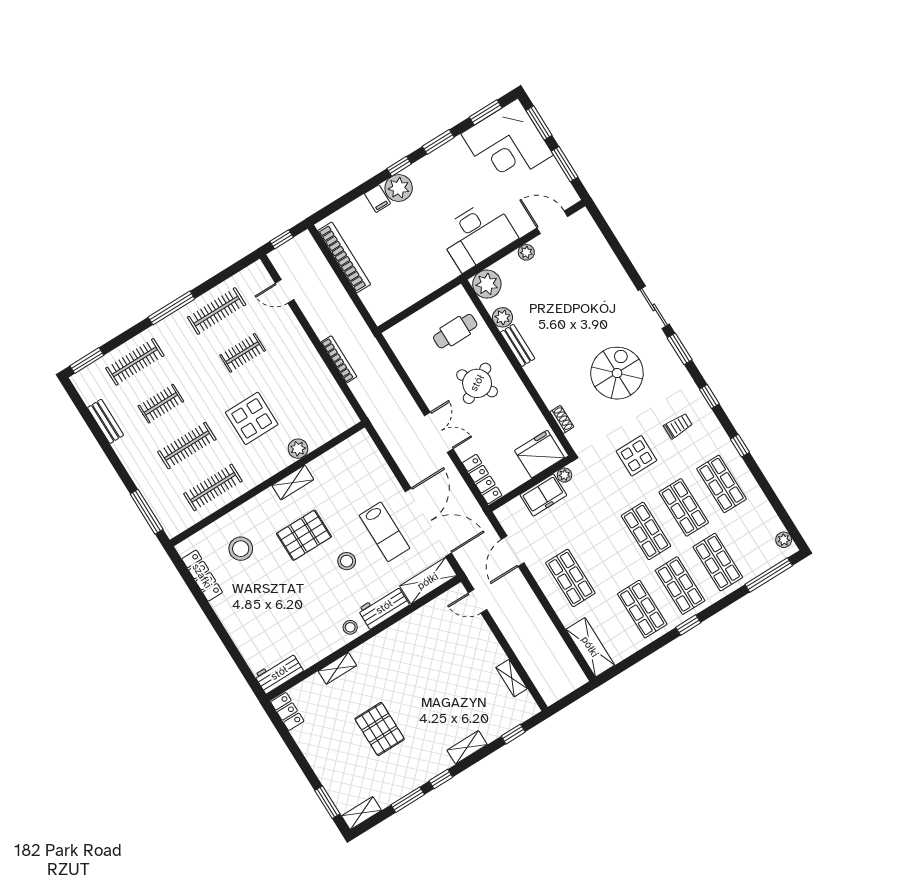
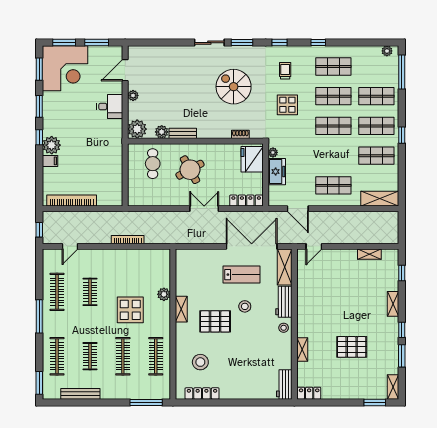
desk: (477, 235) -> (110, 106), width x0.53, depth x0.77
bench: (106, 421) -> (80, 394), width x1.36
pallet: (304, 535) -> (215, 321), turned 90

